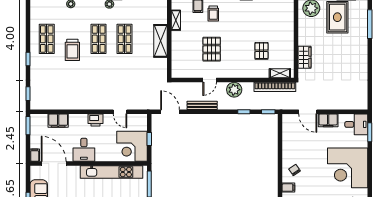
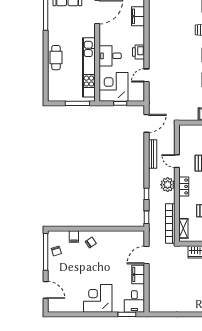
locker: (236, 73) -> (184, 186), added
desk: (84, 150) -> (110, 56), moved
corner desk: (348, 168) -> (98, 298), width x0.74, depth x0.74

